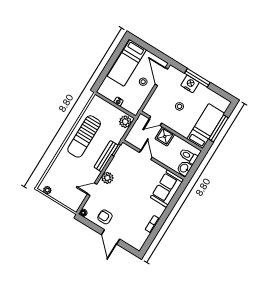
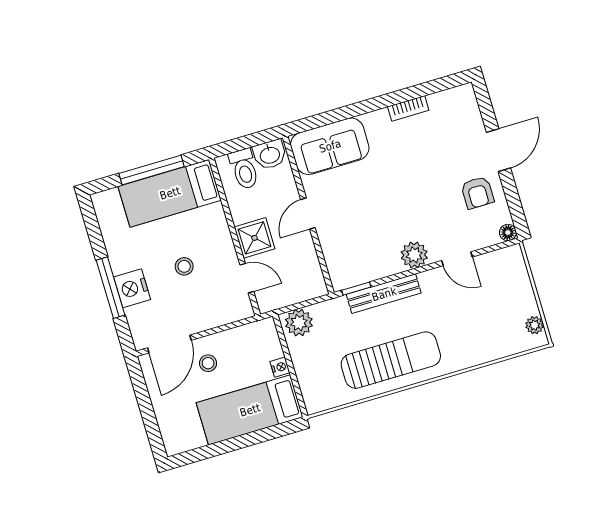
bed: (127, 63) -> (250, 410), moved, turned 180
door: (146, 155) -> (308, 214), moved

